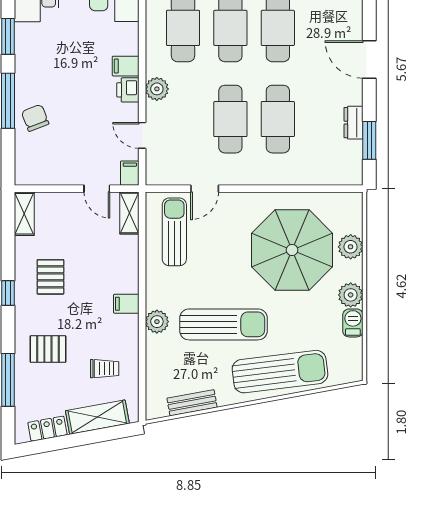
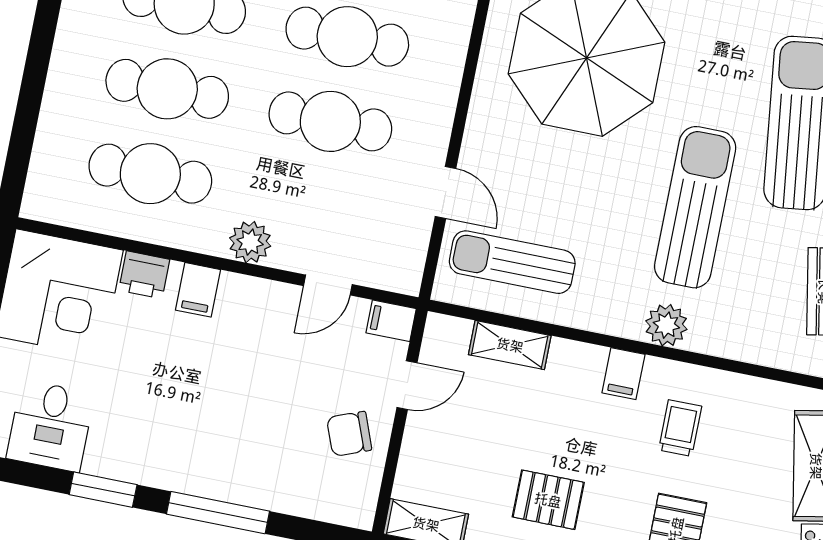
printer: (128, 90) -> (144, 275), moved
chair: (35, 118) -> (349, 434), moved
shelving: (129, 213) -> (510, 345), moved
trolley: (105, 369) -> (680, 428), moved

